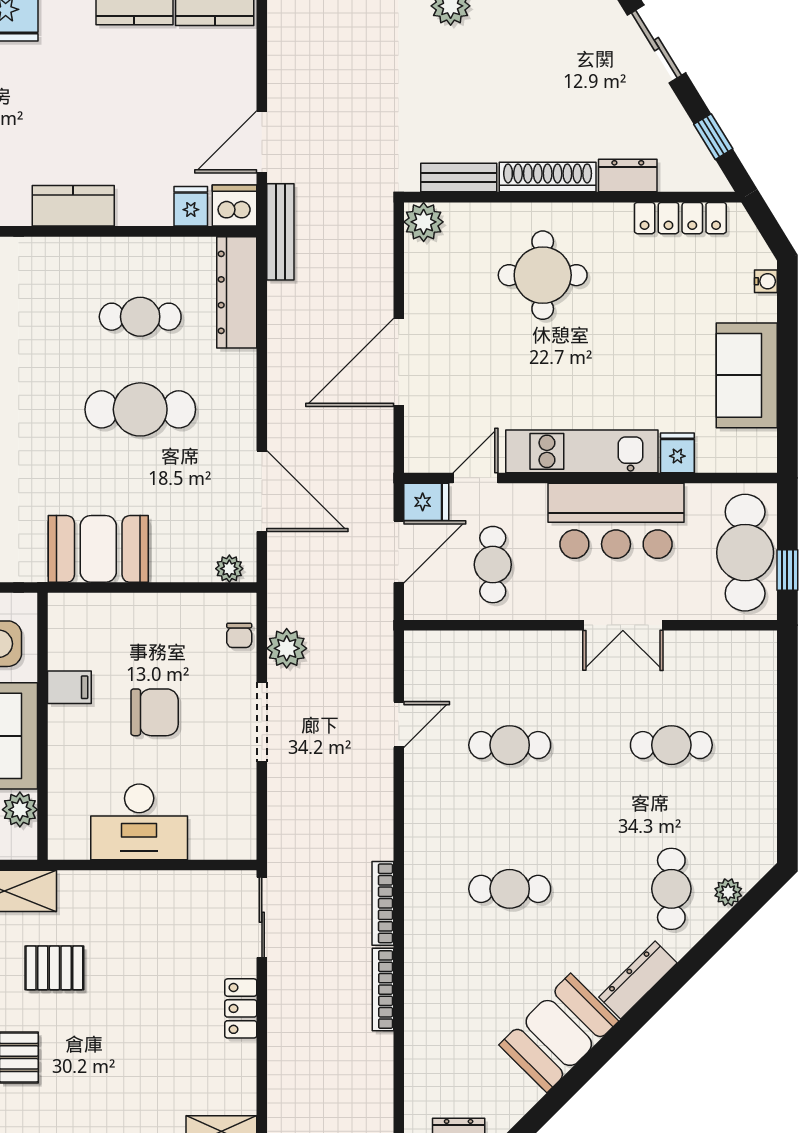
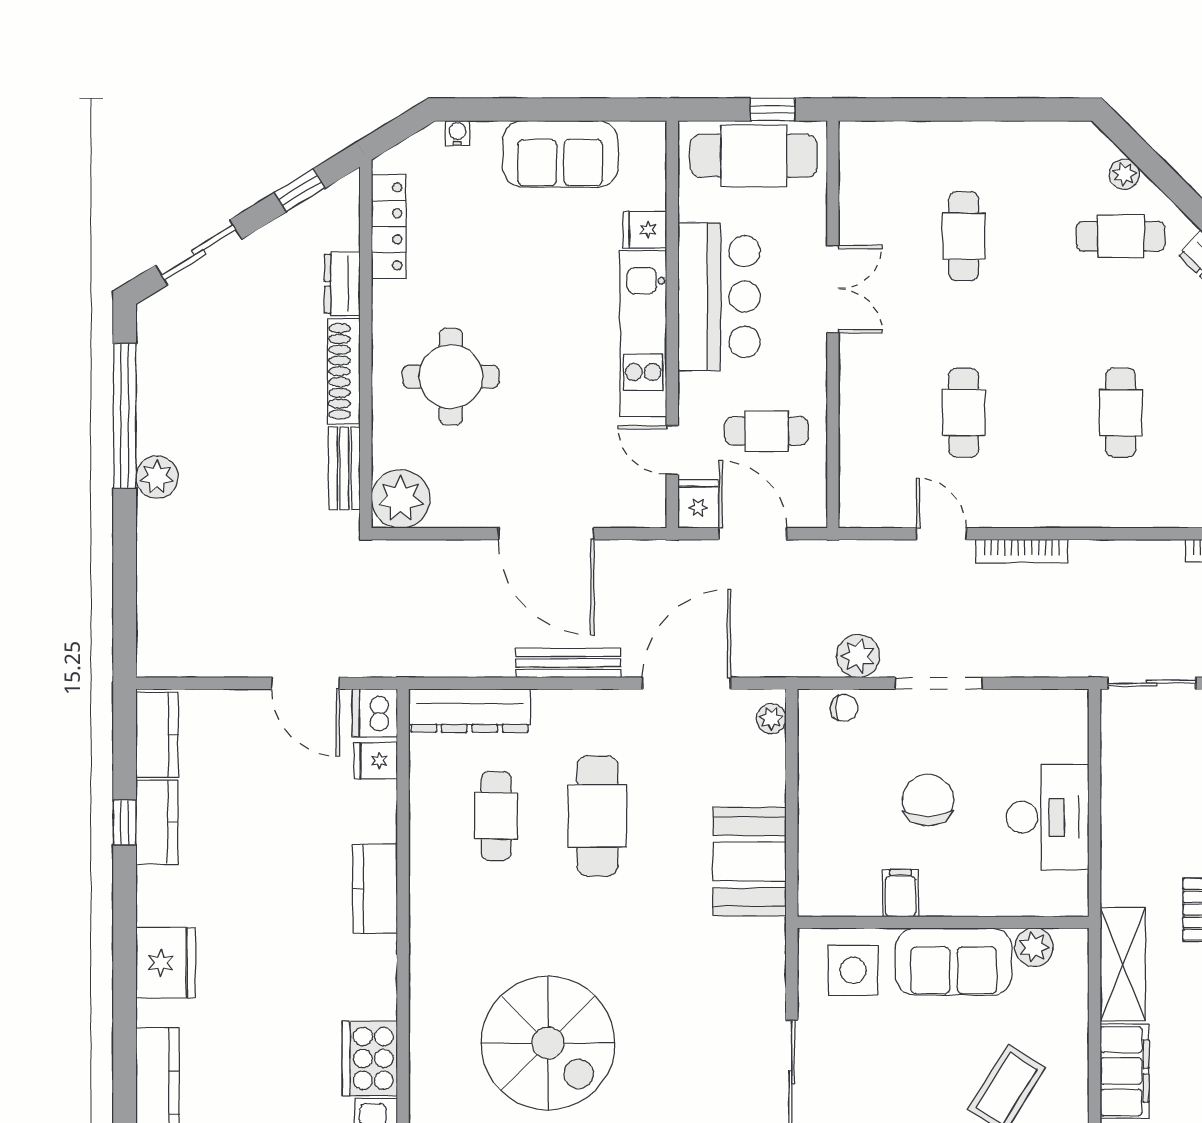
plant: (424, 222) -> (401, 499), width x1.36, depth x1.36
bench: (280, 232) -> (568, 663), moved
bookcase: (383, 903) -> (1022, 551), moved

